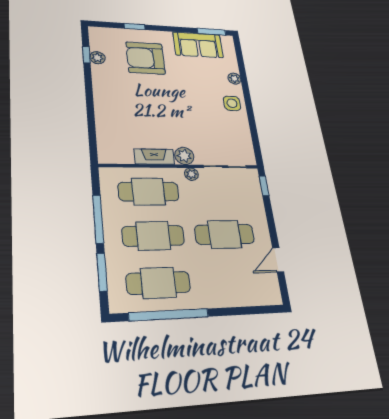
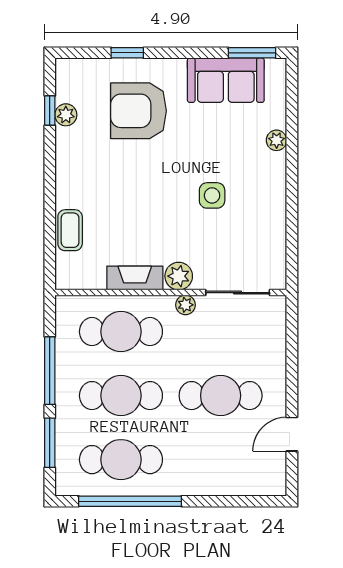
side table: (232, 103) -> (212, 195), moved
coffee table: (106, 126) -> (70, 230), added
window: (264, 186) -> (292, 323), removed

